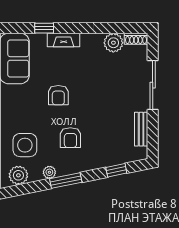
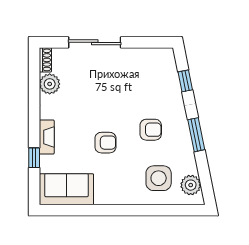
bench: (141, 129) -> (142, 55), removed
plant: (49, 172) -> (187, 152), removed

